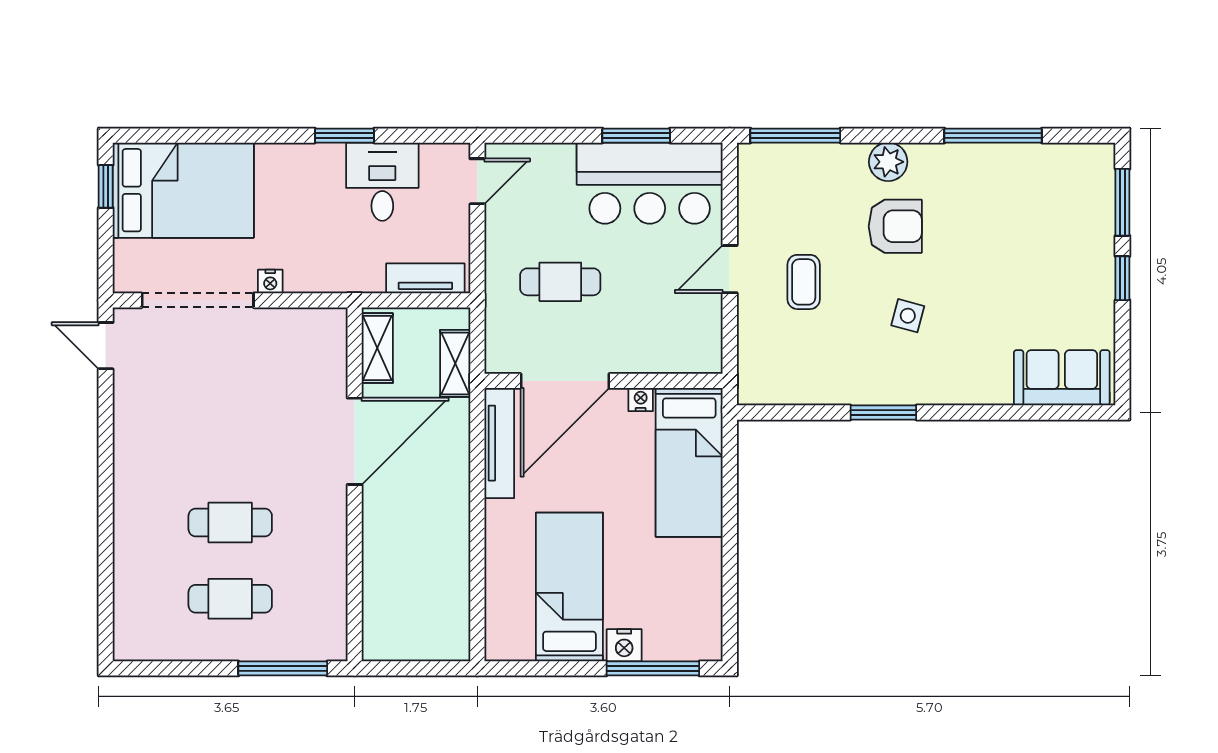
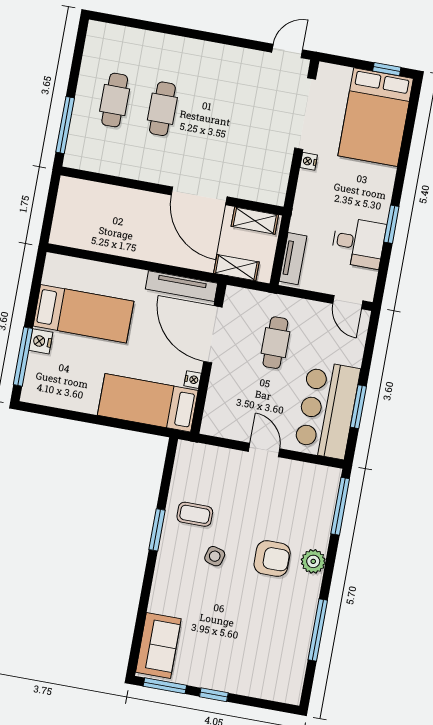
window: (1122, 202) -> (165, 686), moved
armchair: (895, 226) -> (272, 559), turned -90
coffee table: (804, 282) -> (195, 514), moved

